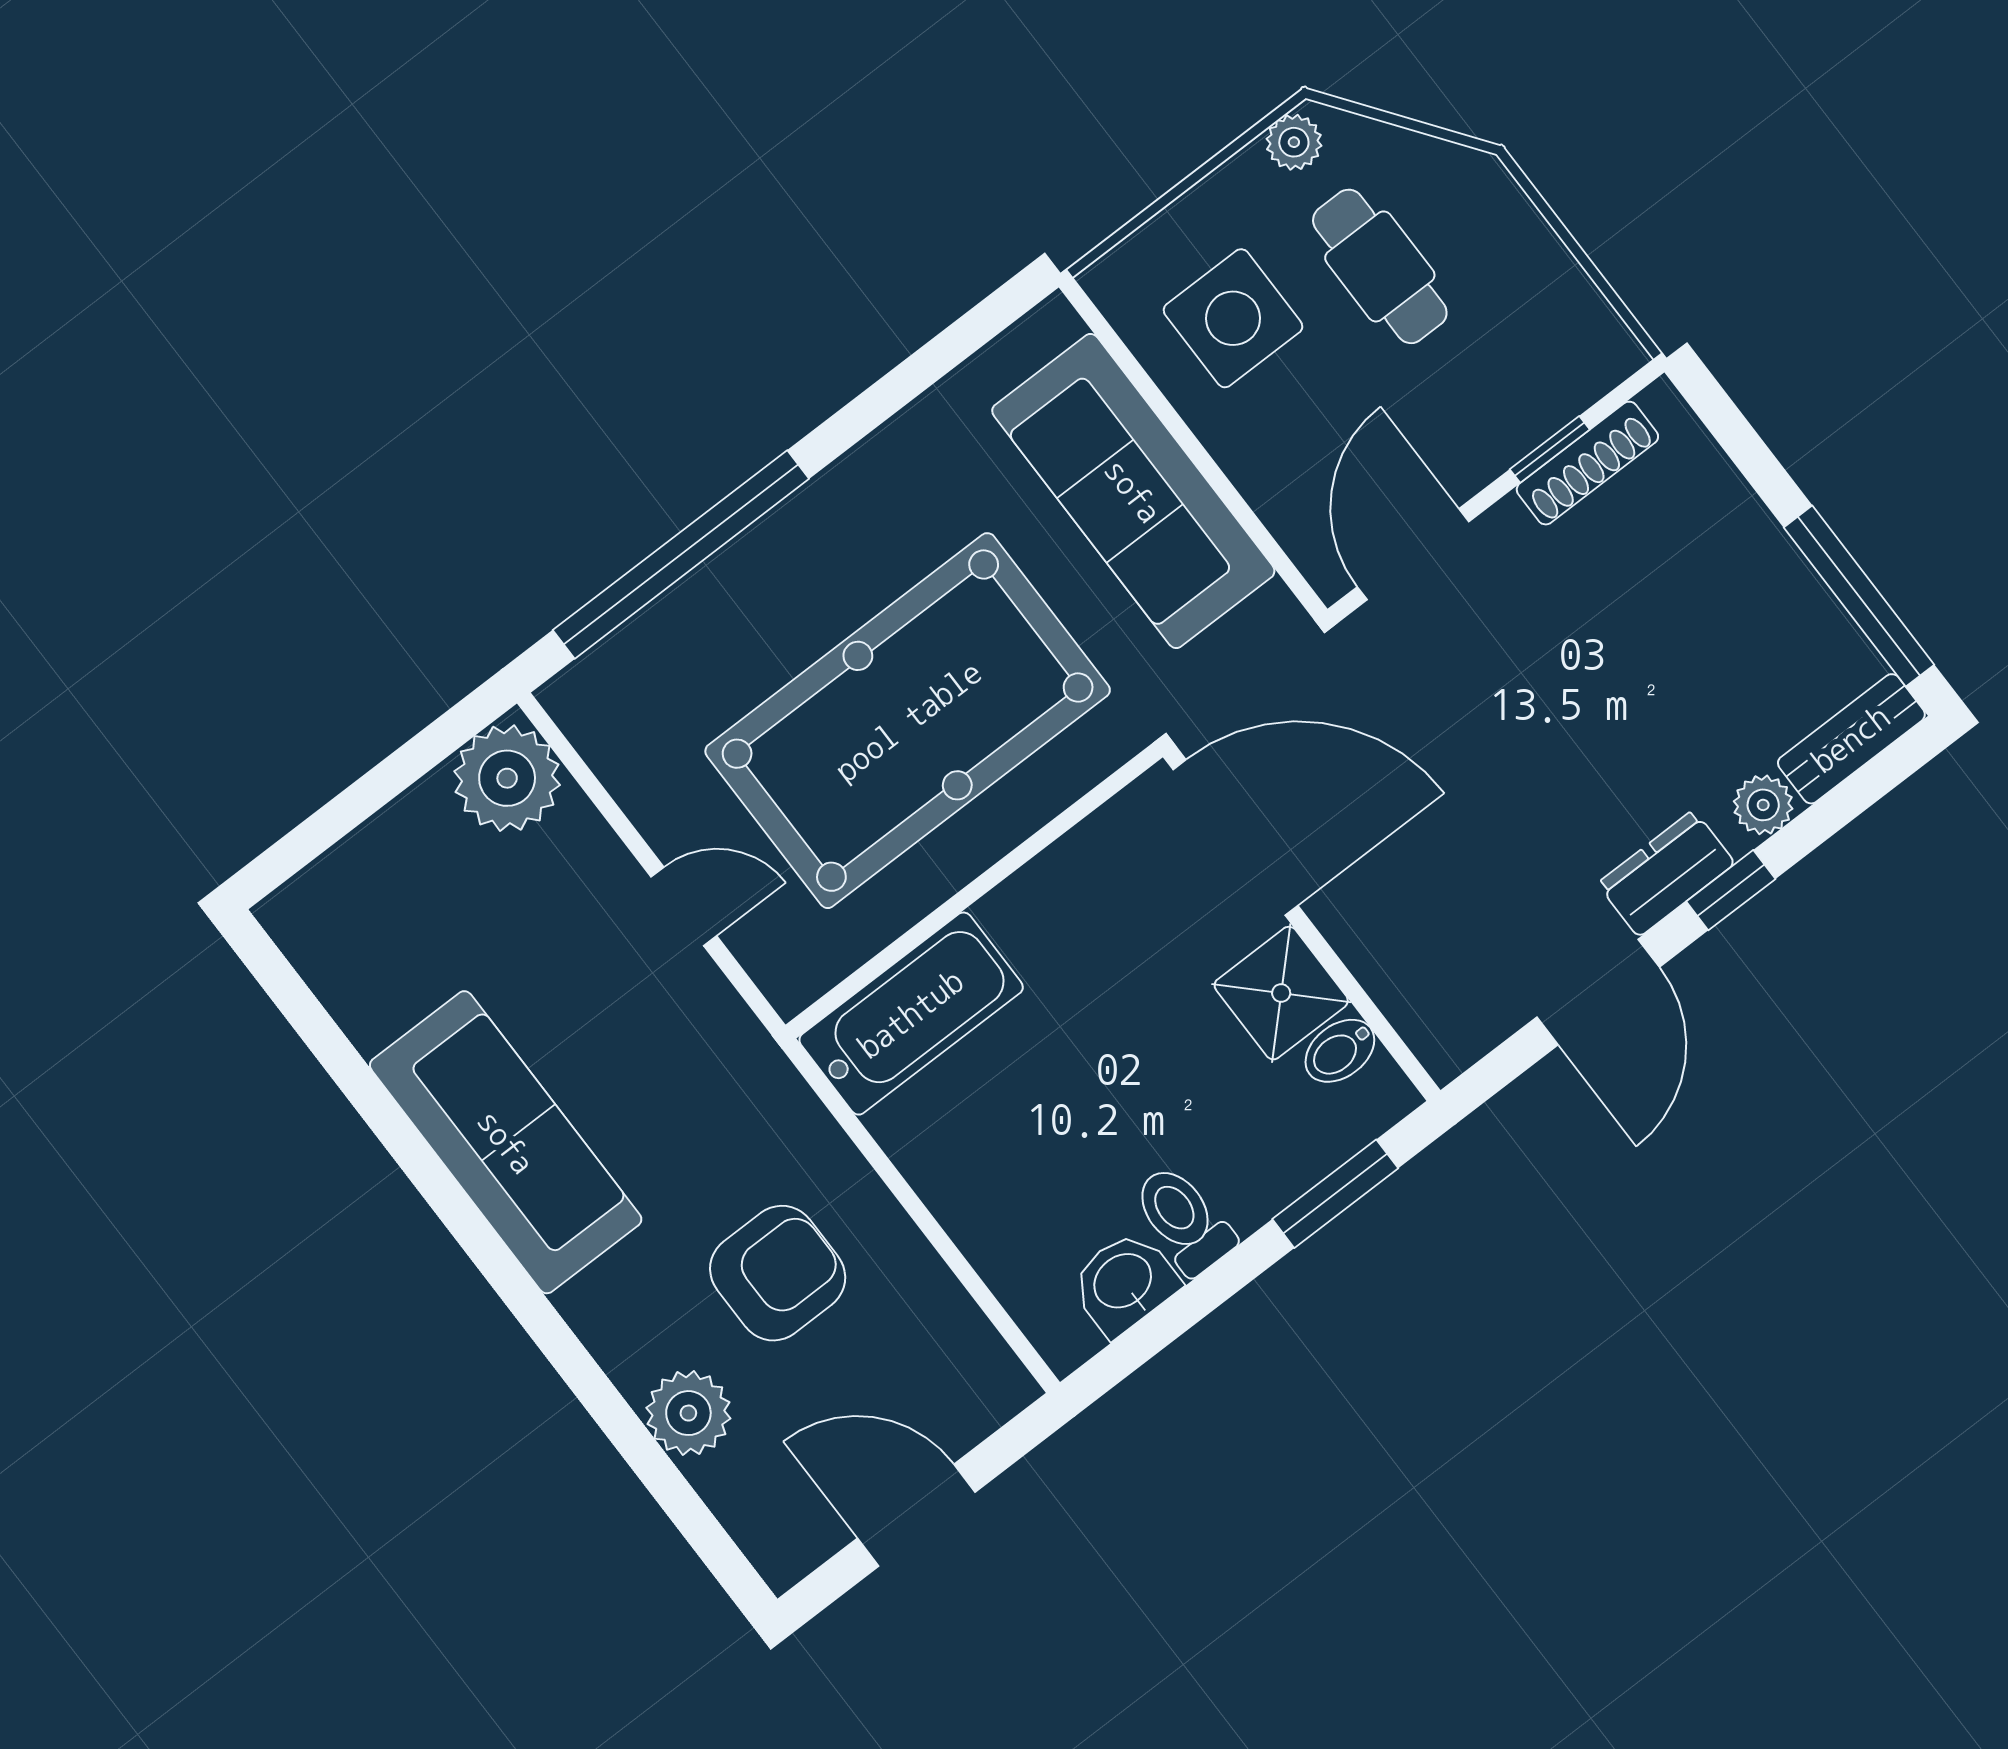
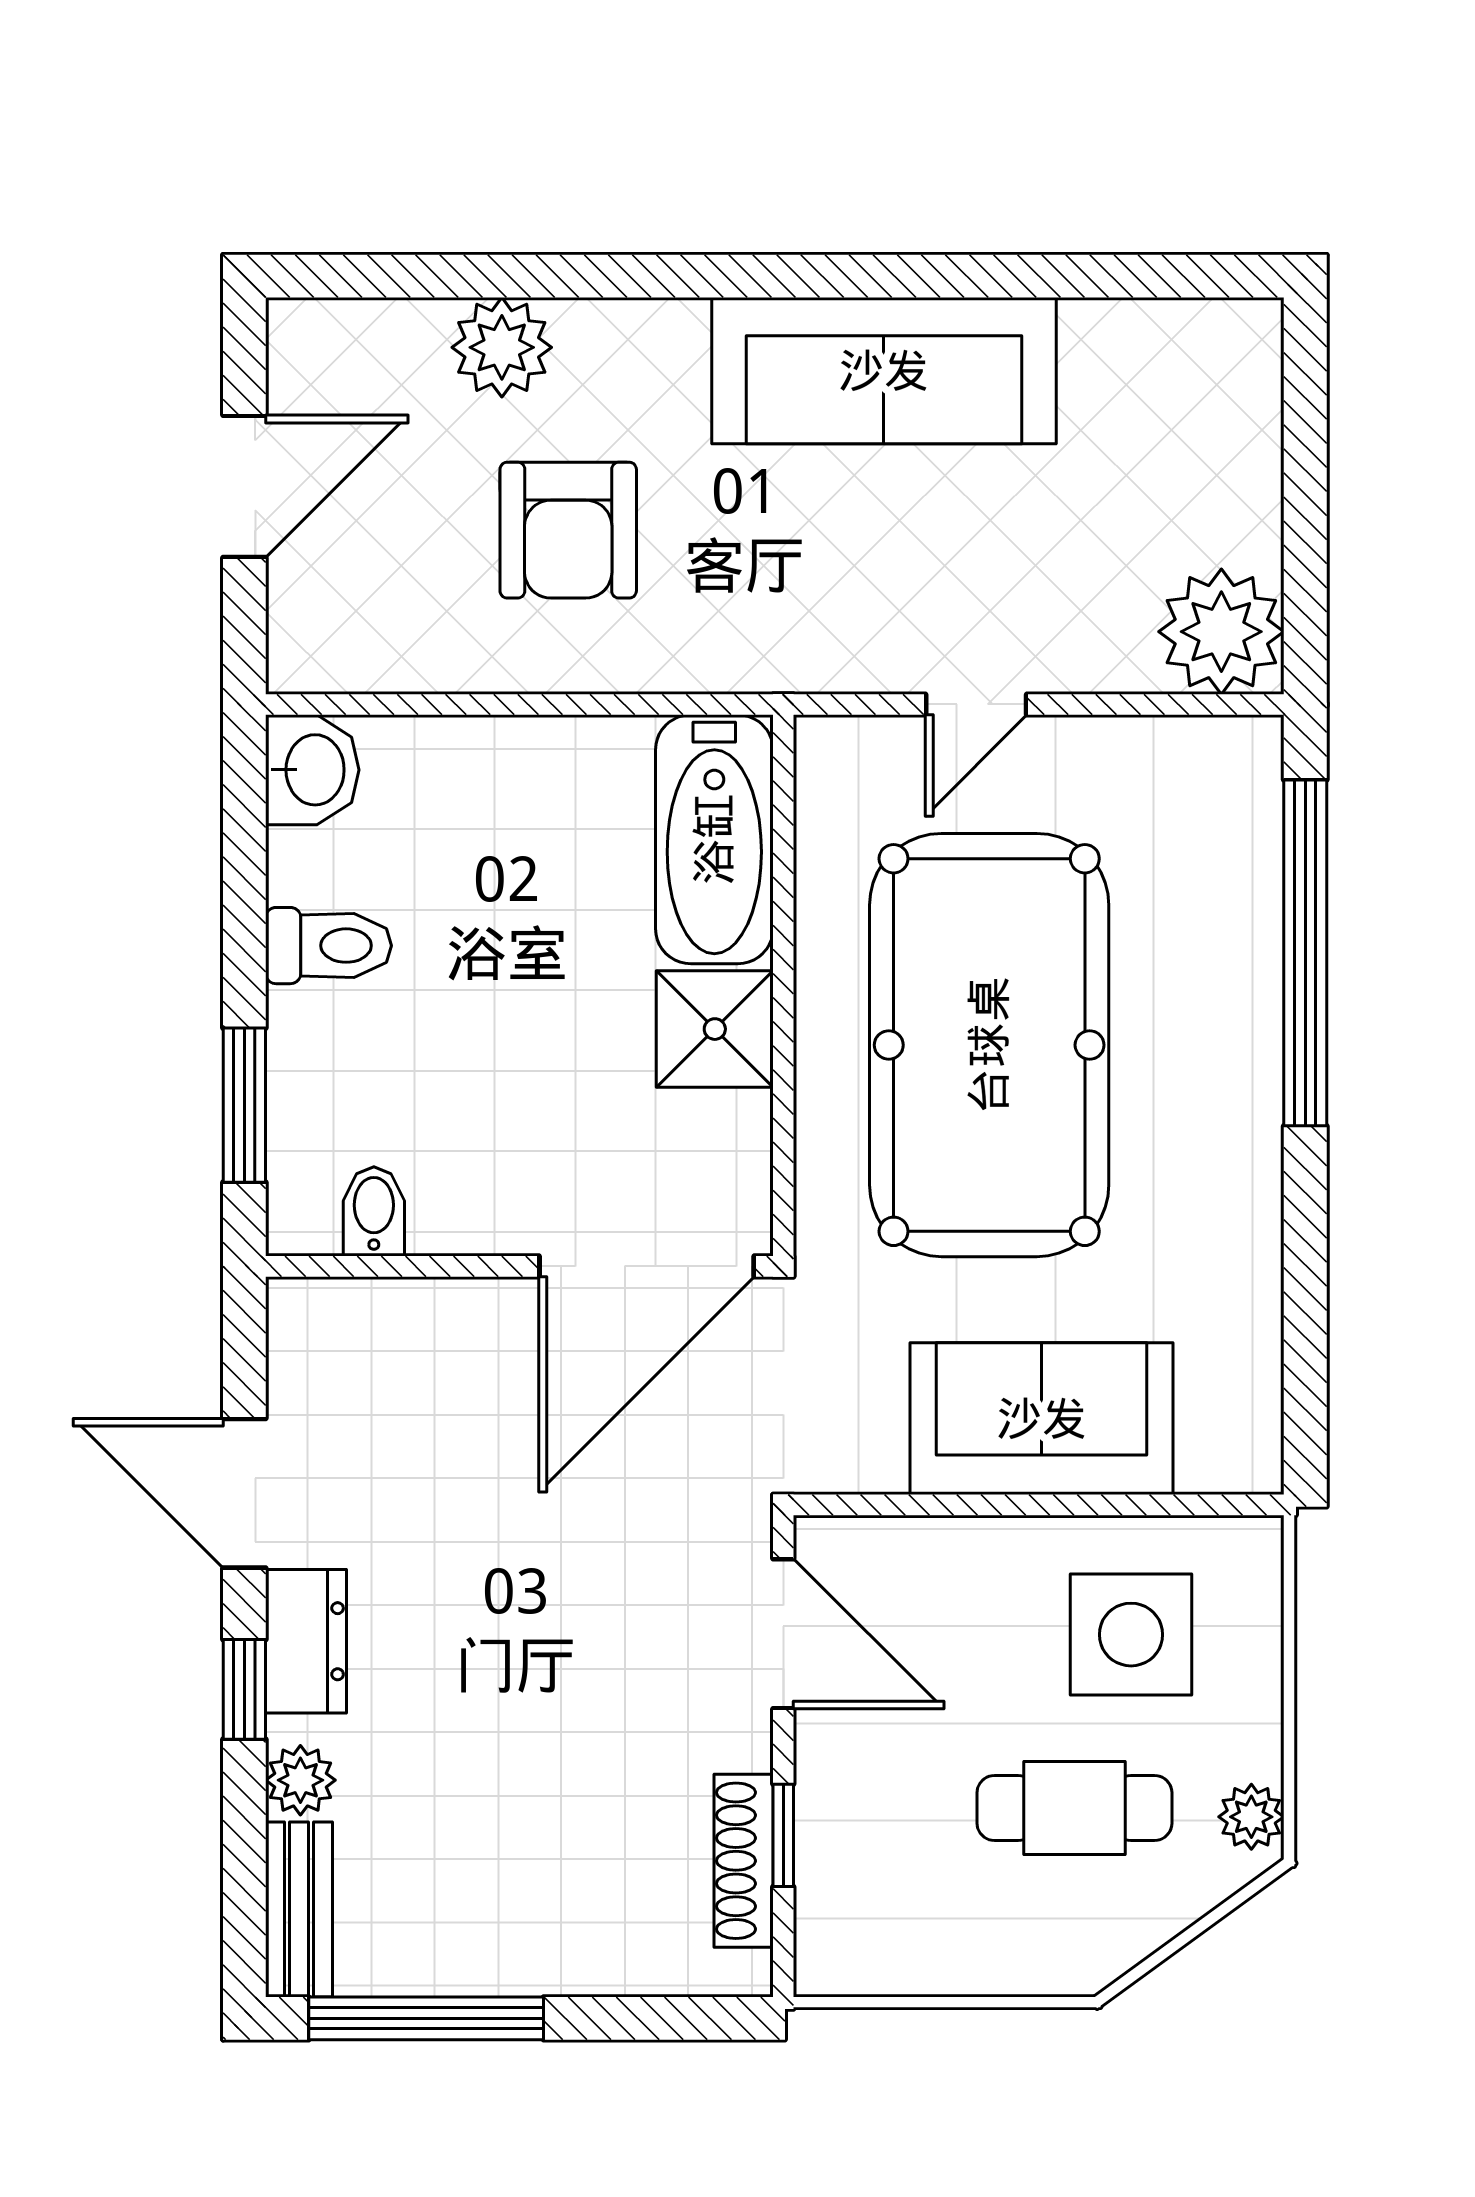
sofa: (1133, 491) -> (1042, 1419), width x0.73
shower: (1281, 993) -> (715, 1029), moved
washbasin: (1124, 1283) -> (312, 770), moved

